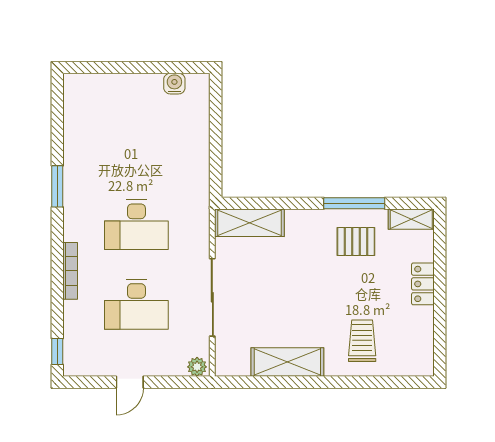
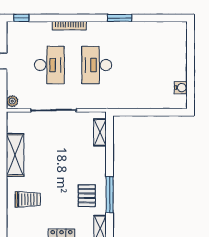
shelving: (249, 223) -> (100, 132), width x0.67, depth x0.75
desk: (136, 304) -> (49, 65), turned 180

